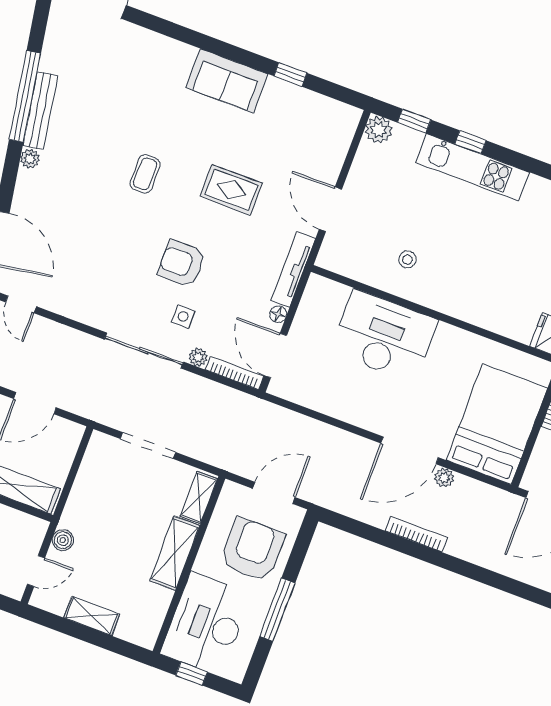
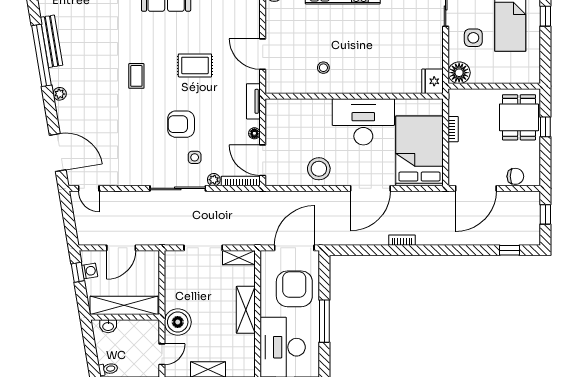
bench: (40, 111) -> (51, 41), moved
tv unit: (293, 270) -> (253, 101), width x0.71
desk: (384, 336) -> (363, 122), moved
stool: (349, 397) -> (319, 169), added
plant: (444, 478) -> (399, 197), removed
door: (274, 493) -> (294, 248), width x1.36
shelving: (199, 497) -> (239, 258), moved, turned 90
bookcase: (416, 534) -> (402, 240), width x0.64
boiler: (63, 540) -> (178, 322), width x1.86, depth x1.86

